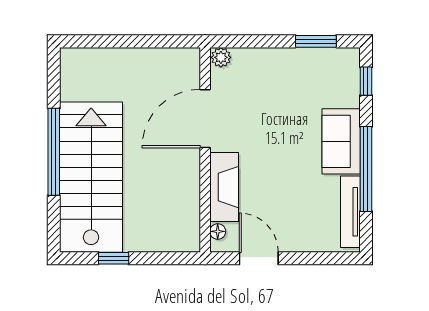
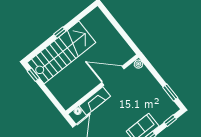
window: (54, 152) -> (60, 33), width x0.32
window: (114, 258) -> (33, 75), moved

